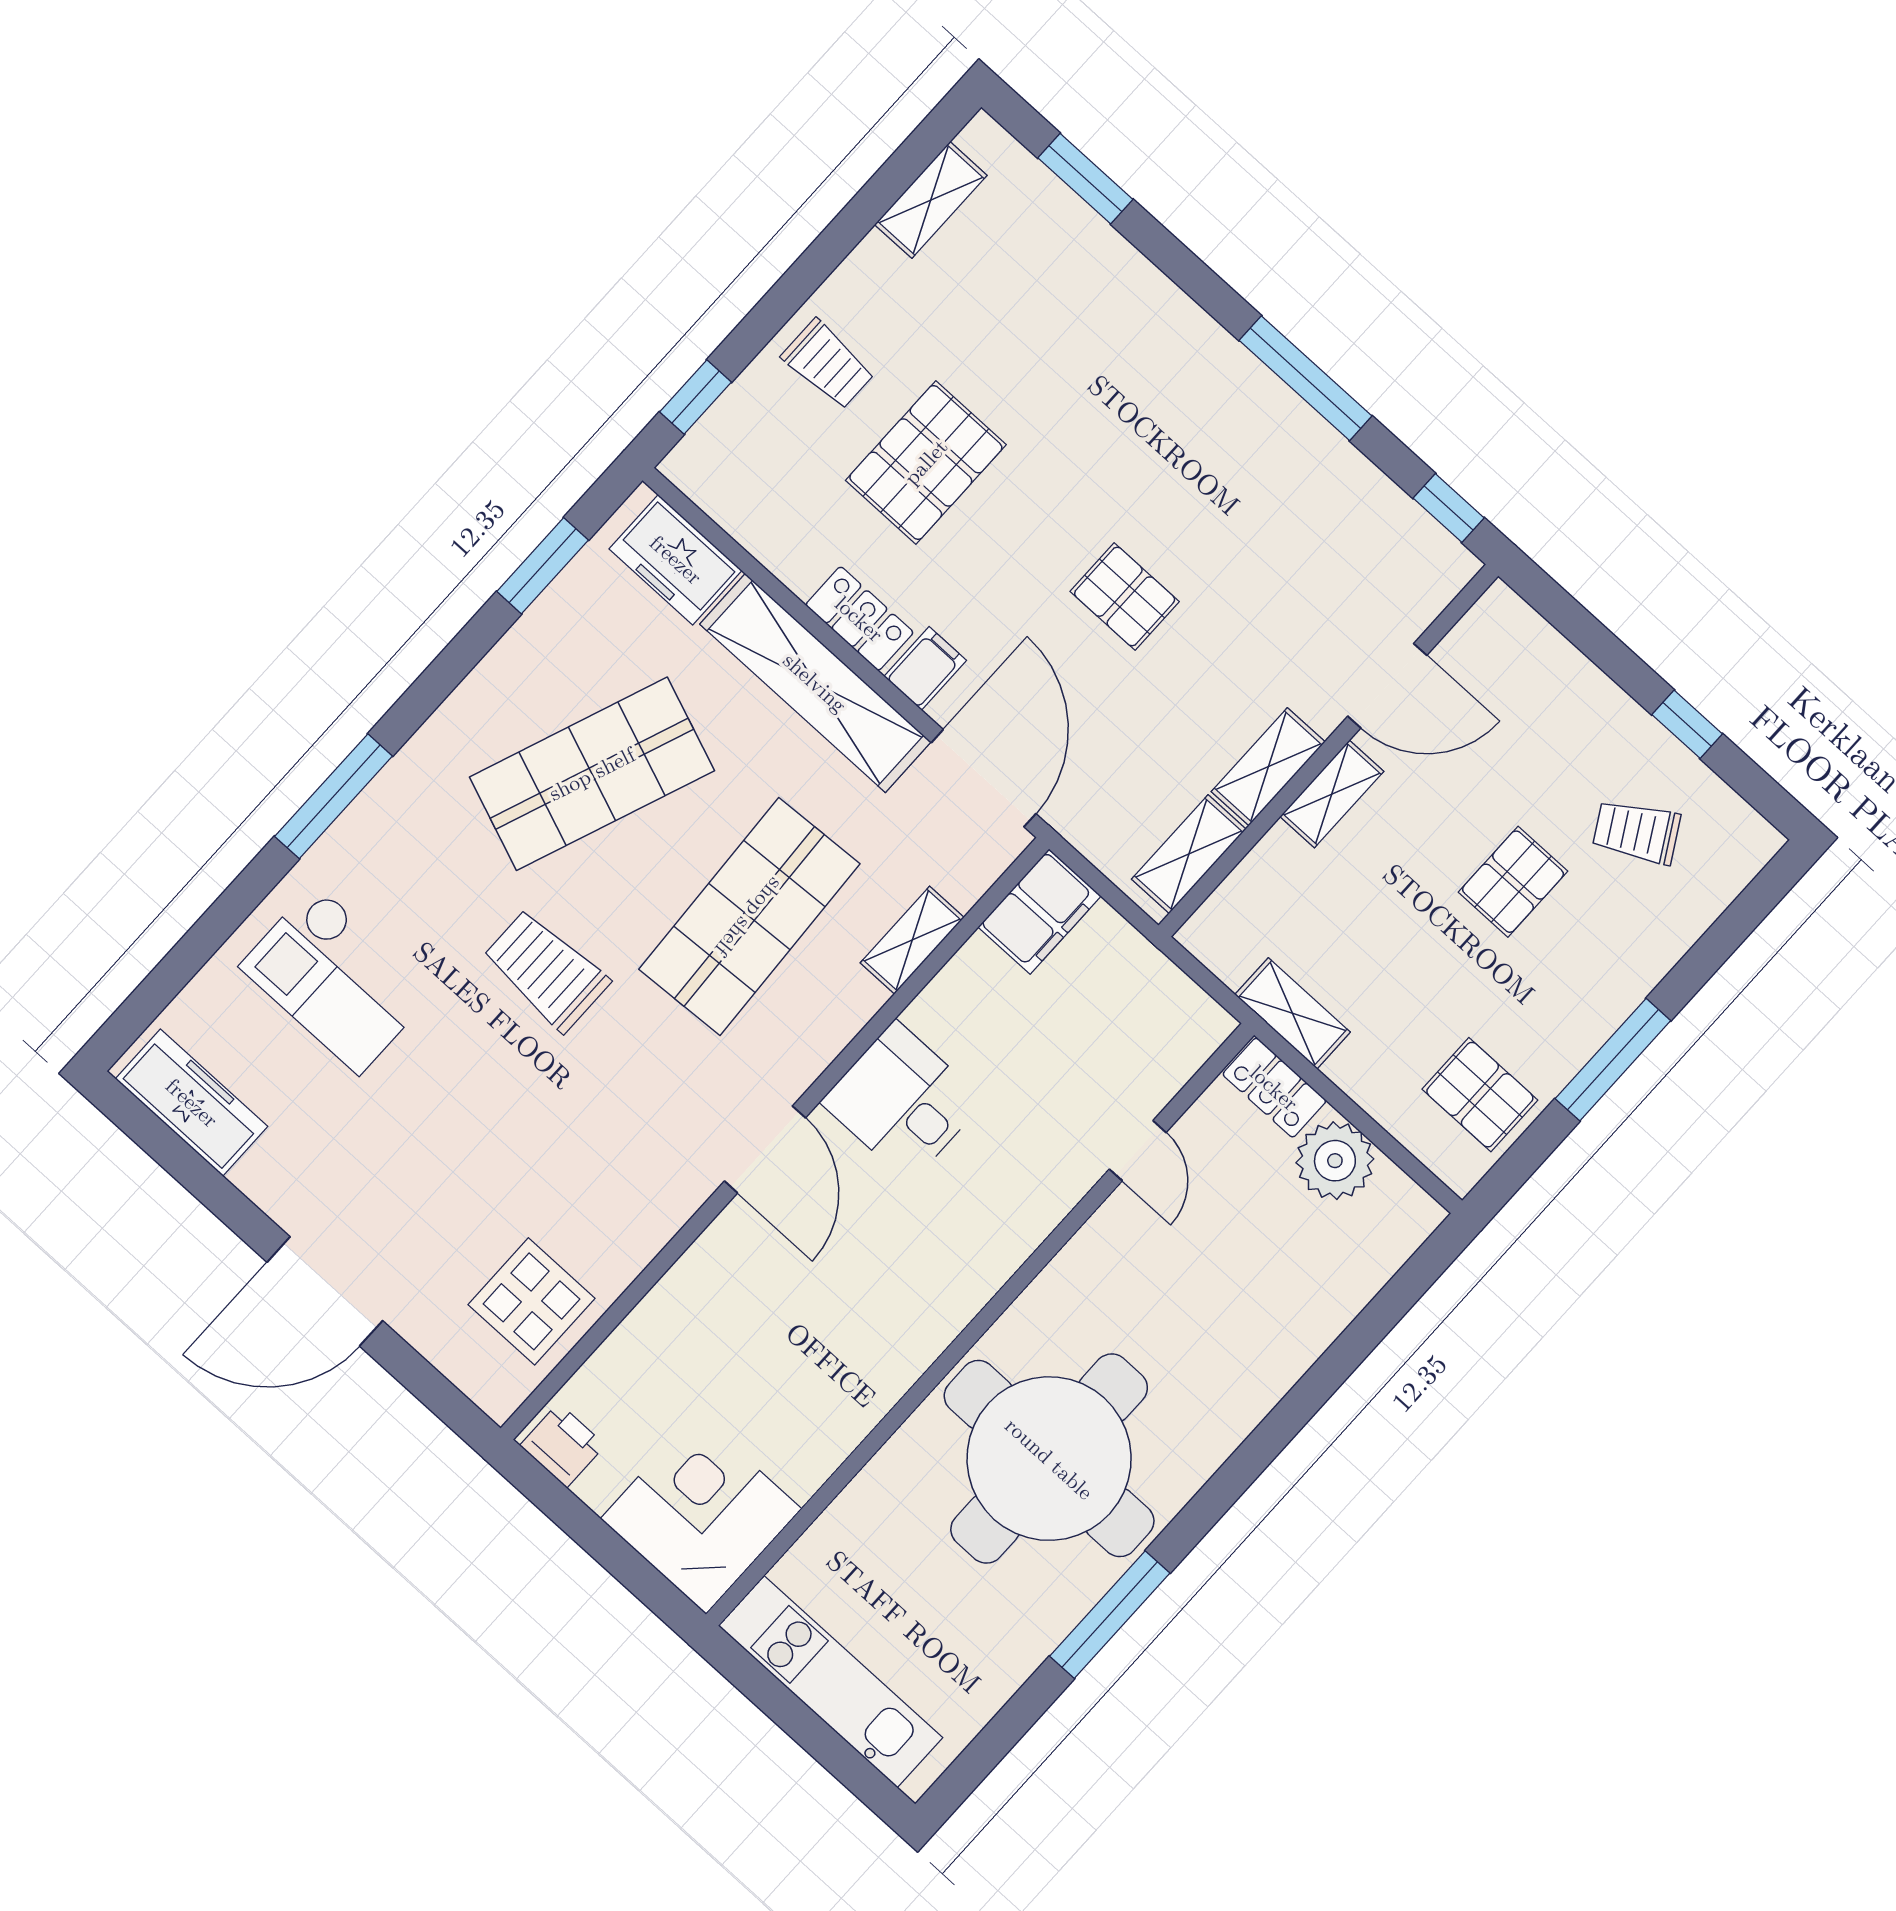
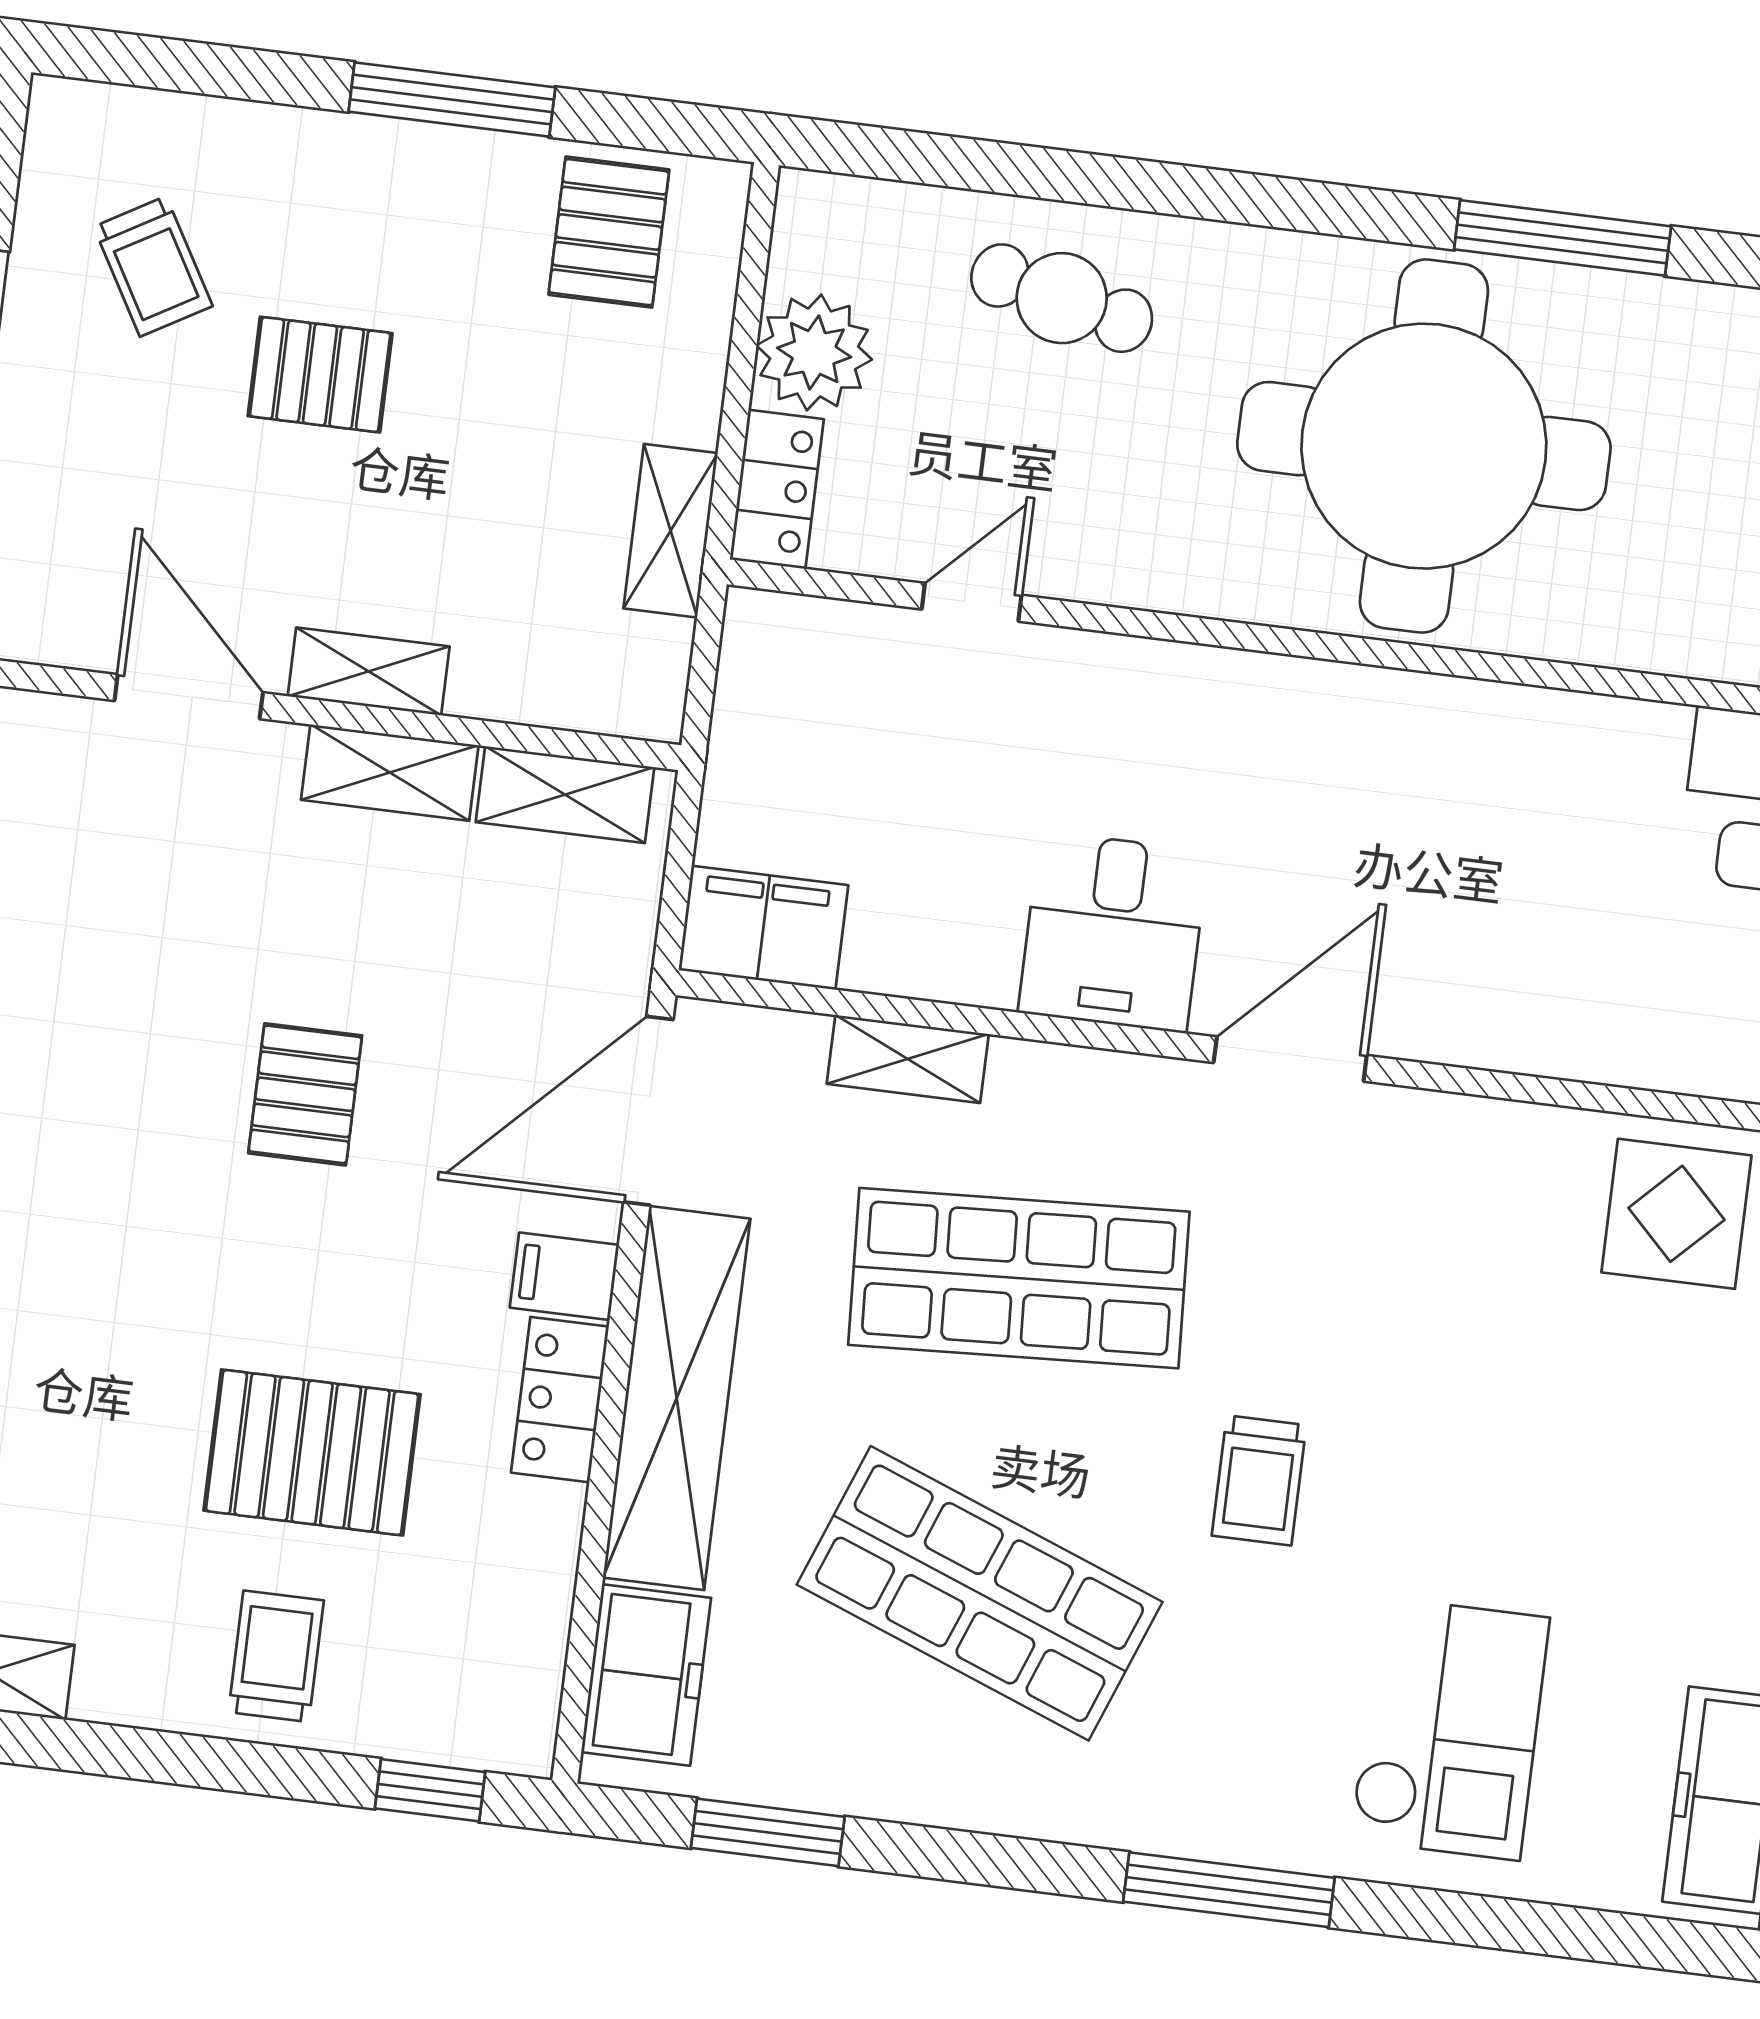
trolley: (546, 970) -> (1259, 1480), width x0.73, depth x0.72
cafe table: (1269, 1317) -> (1062, 298), added

